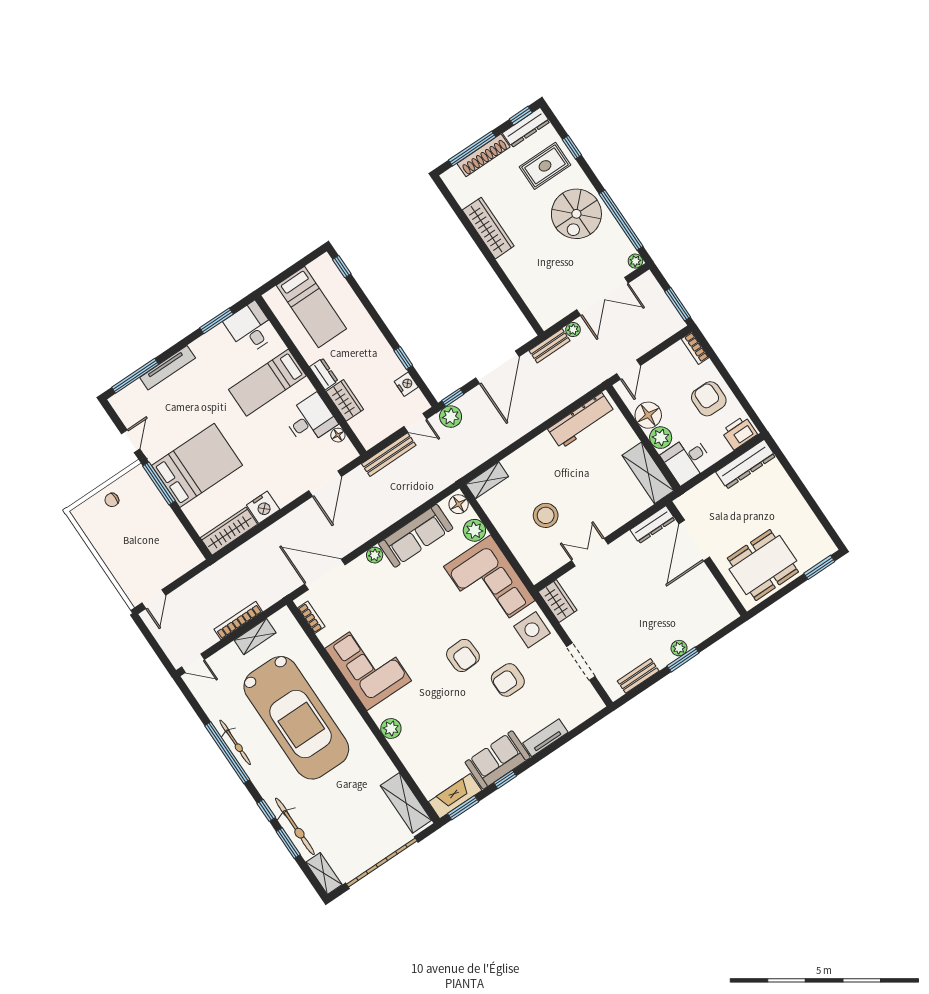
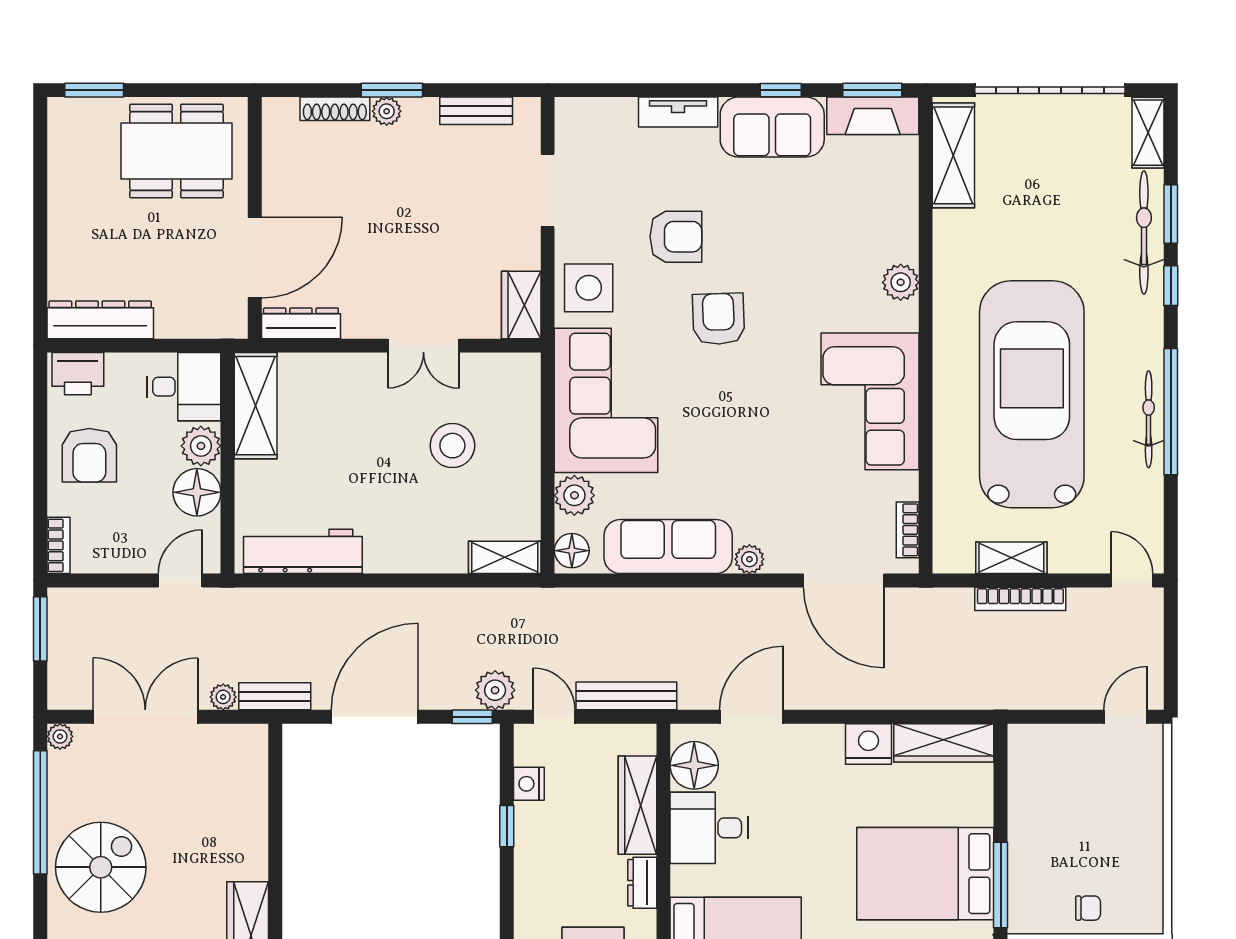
wardrobe: (345, 400) -> (638, 805), width x1.50
floor lamp: (338, 435) -> (694, 765), width x1.89, depth x1.89
shoe rack: (703, 633) -> (335, 109), added

